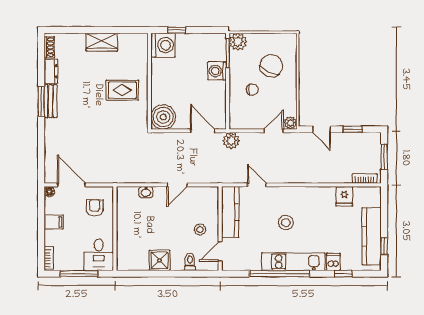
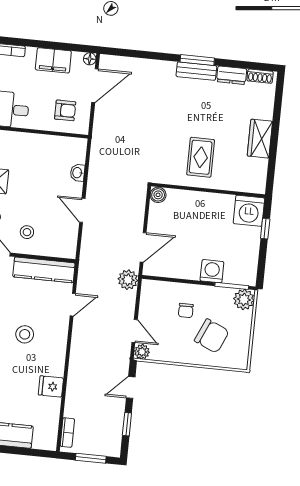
boiler: (163, 117) -> (158, 195), width x0.54, depth x0.54
fridge: (344, 196) -> (51, 386), moved
filing cabinet: (54, 222) -> (53, 60), width x2.00

